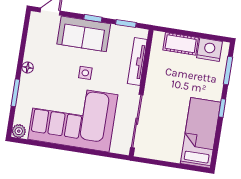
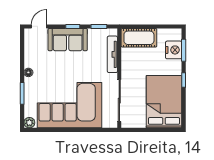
cot: (181, 44) -> (139, 38), width x1.37, depth x1.34
nightstand: (209, 50) -> (174, 50), moved, turned 90
side table: (85, 73) -> (74, 70), removed
bed: (200, 133) -> (164, 102), width x1.50

